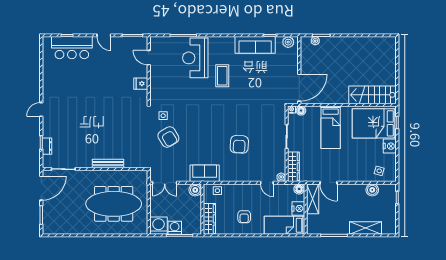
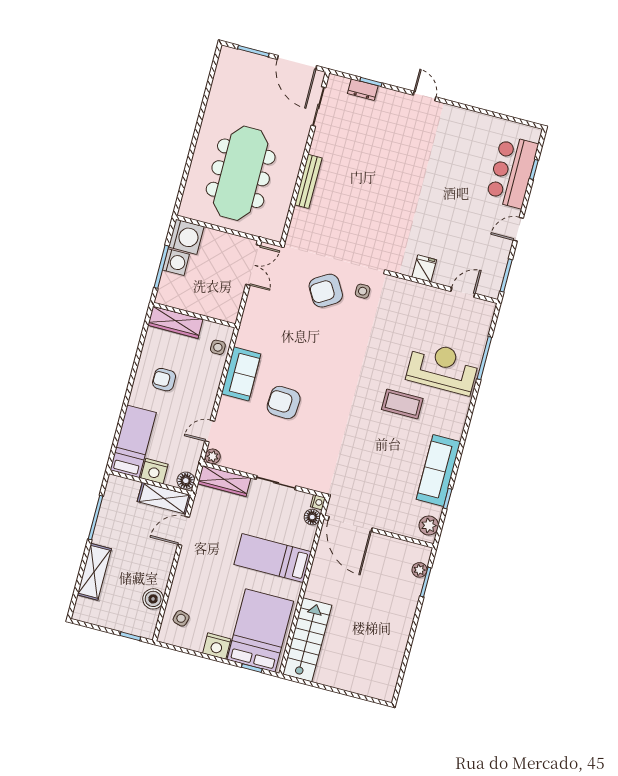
sofa: (205, 173) -> (241, 374), moved
double door: (165, 183) -> (253, 265), swing flipped
boiler: (195, 190) -> (228, 312), removed

